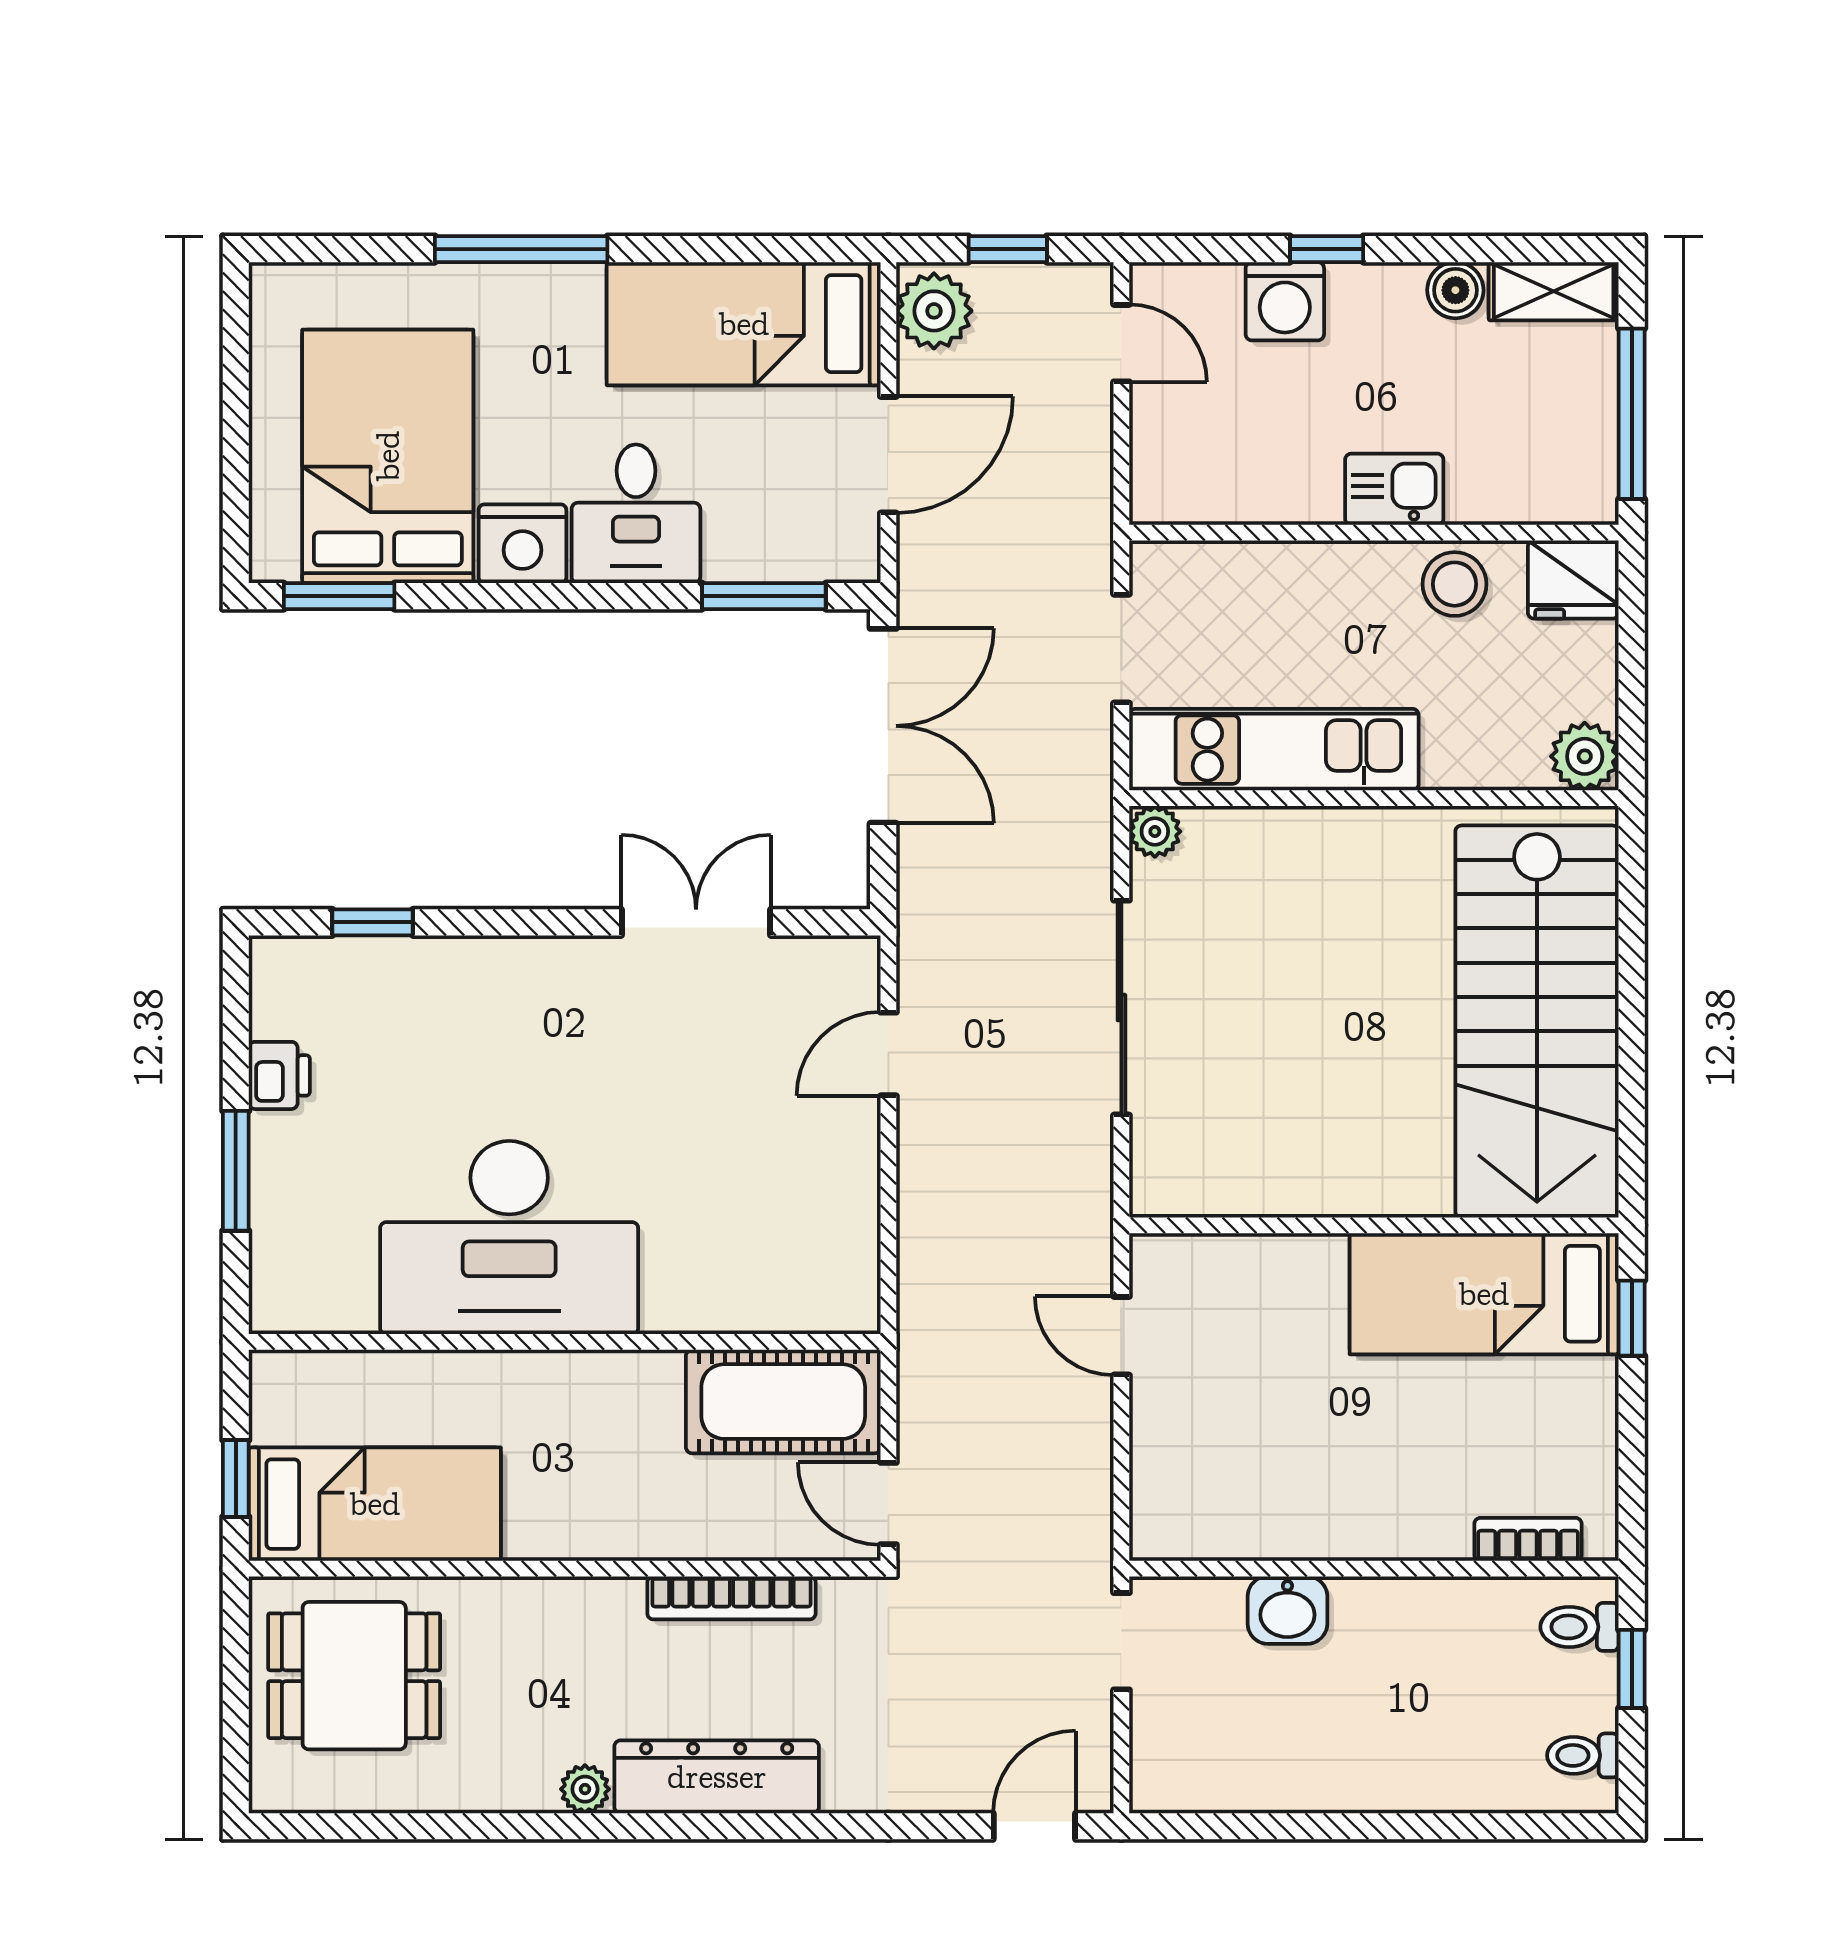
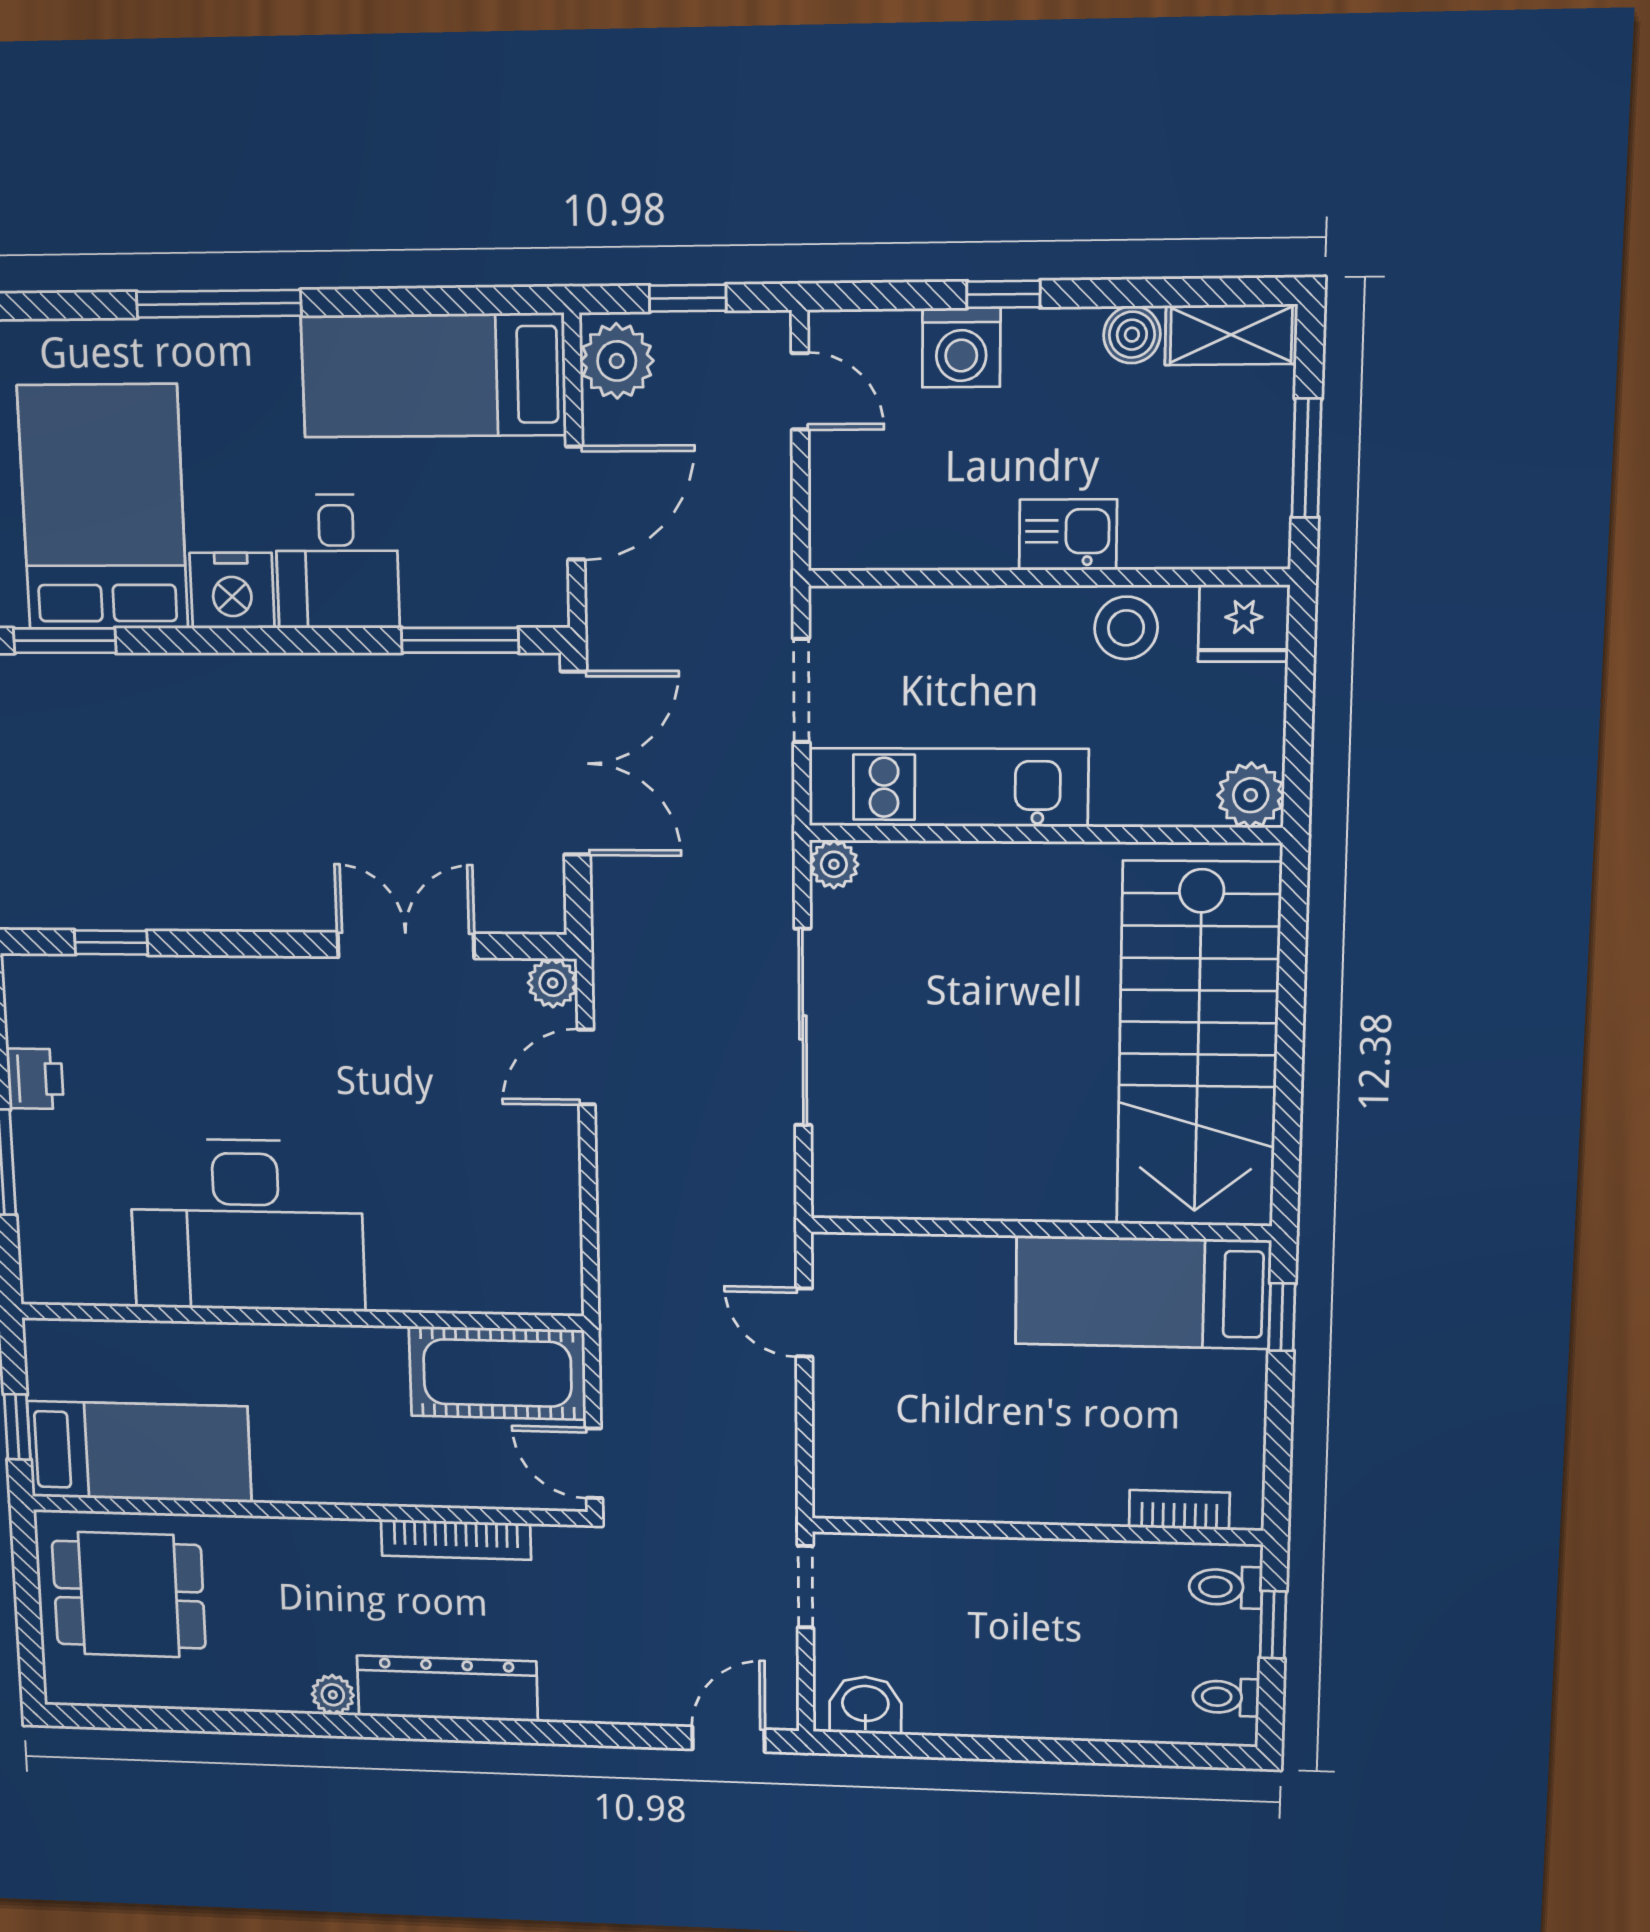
window: (1632, 414) -> (1307, 458), width x0.69
plant: (854, 962) -> (553, 983), added
washbasin: (1287, 1610) -> (865, 1705), moved, turned 180

